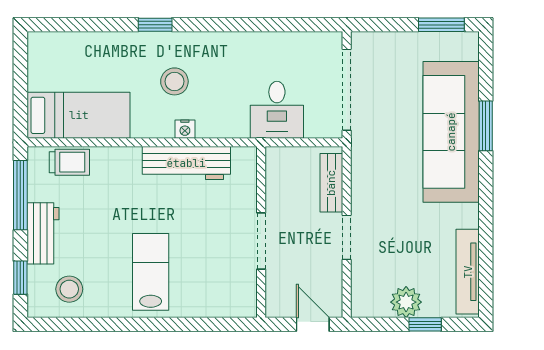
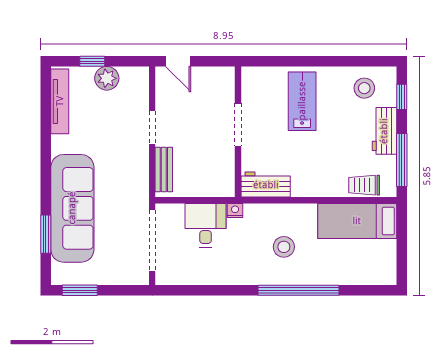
window: (155, 25) -> (299, 290), width x3.17
window: (486, 126) -> (46, 234), moved
nightstand: (185, 129) -> (235, 210), moved
workbench: (186, 163) -> (266, 185), width x0.73
wall: (261, 232) -> (238, 132), moved
doorway: (261, 241) -> (238, 125), moved
lab bench: (151, 272) -> (302, 101), turned 180

